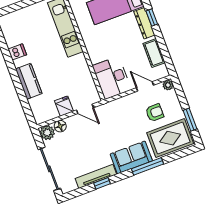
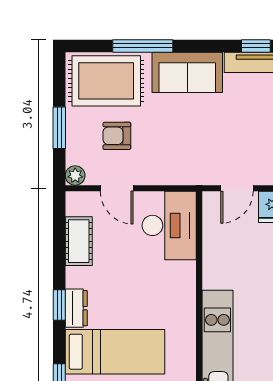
dresser: (144, 23) -> (76, 308), width x0.70
door: (85, 109) -> (237, 188), swing flipped
window: (190, 120) -> (59, 128), moved
window: (148, 166) -> (143, 46), moved

